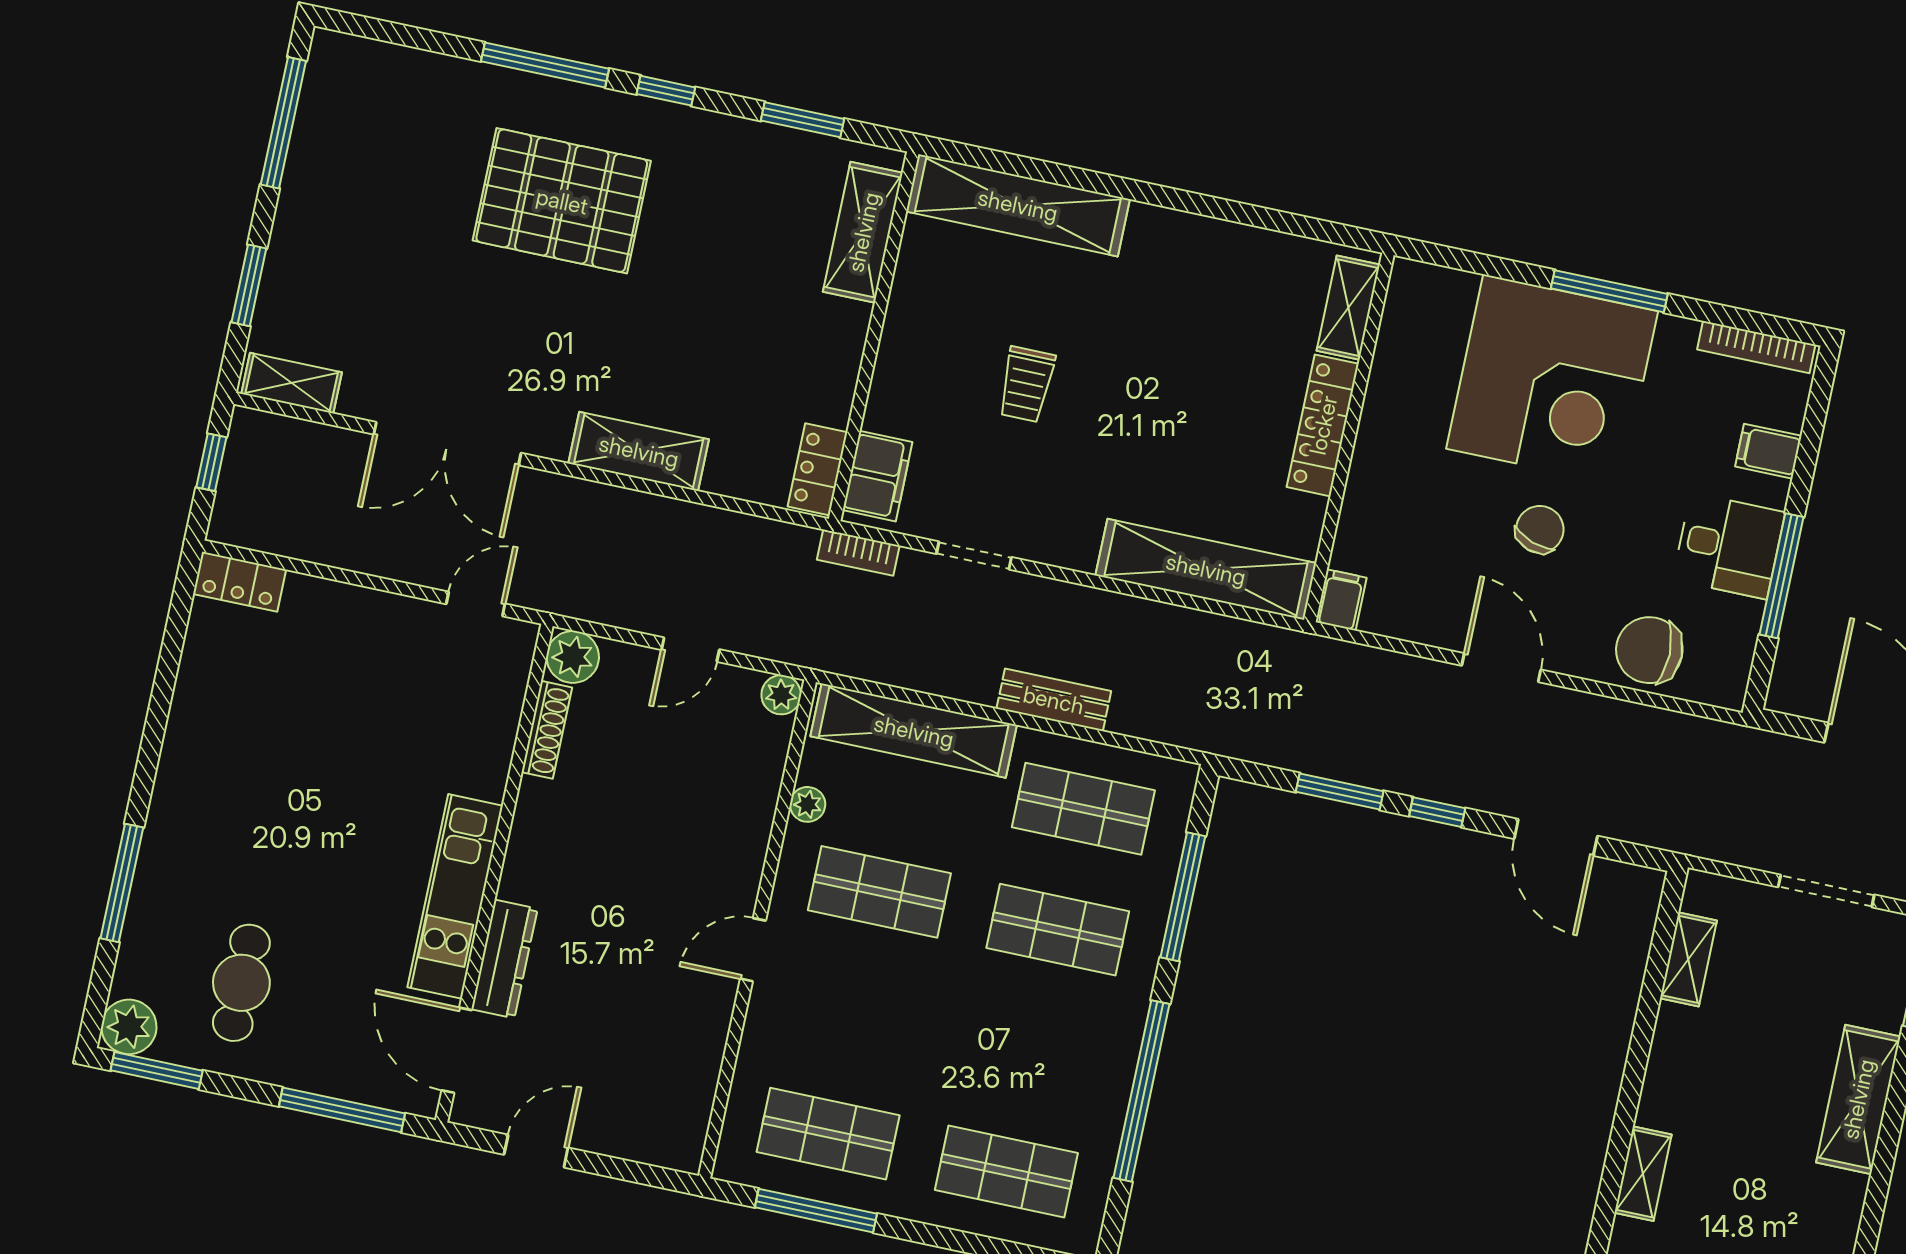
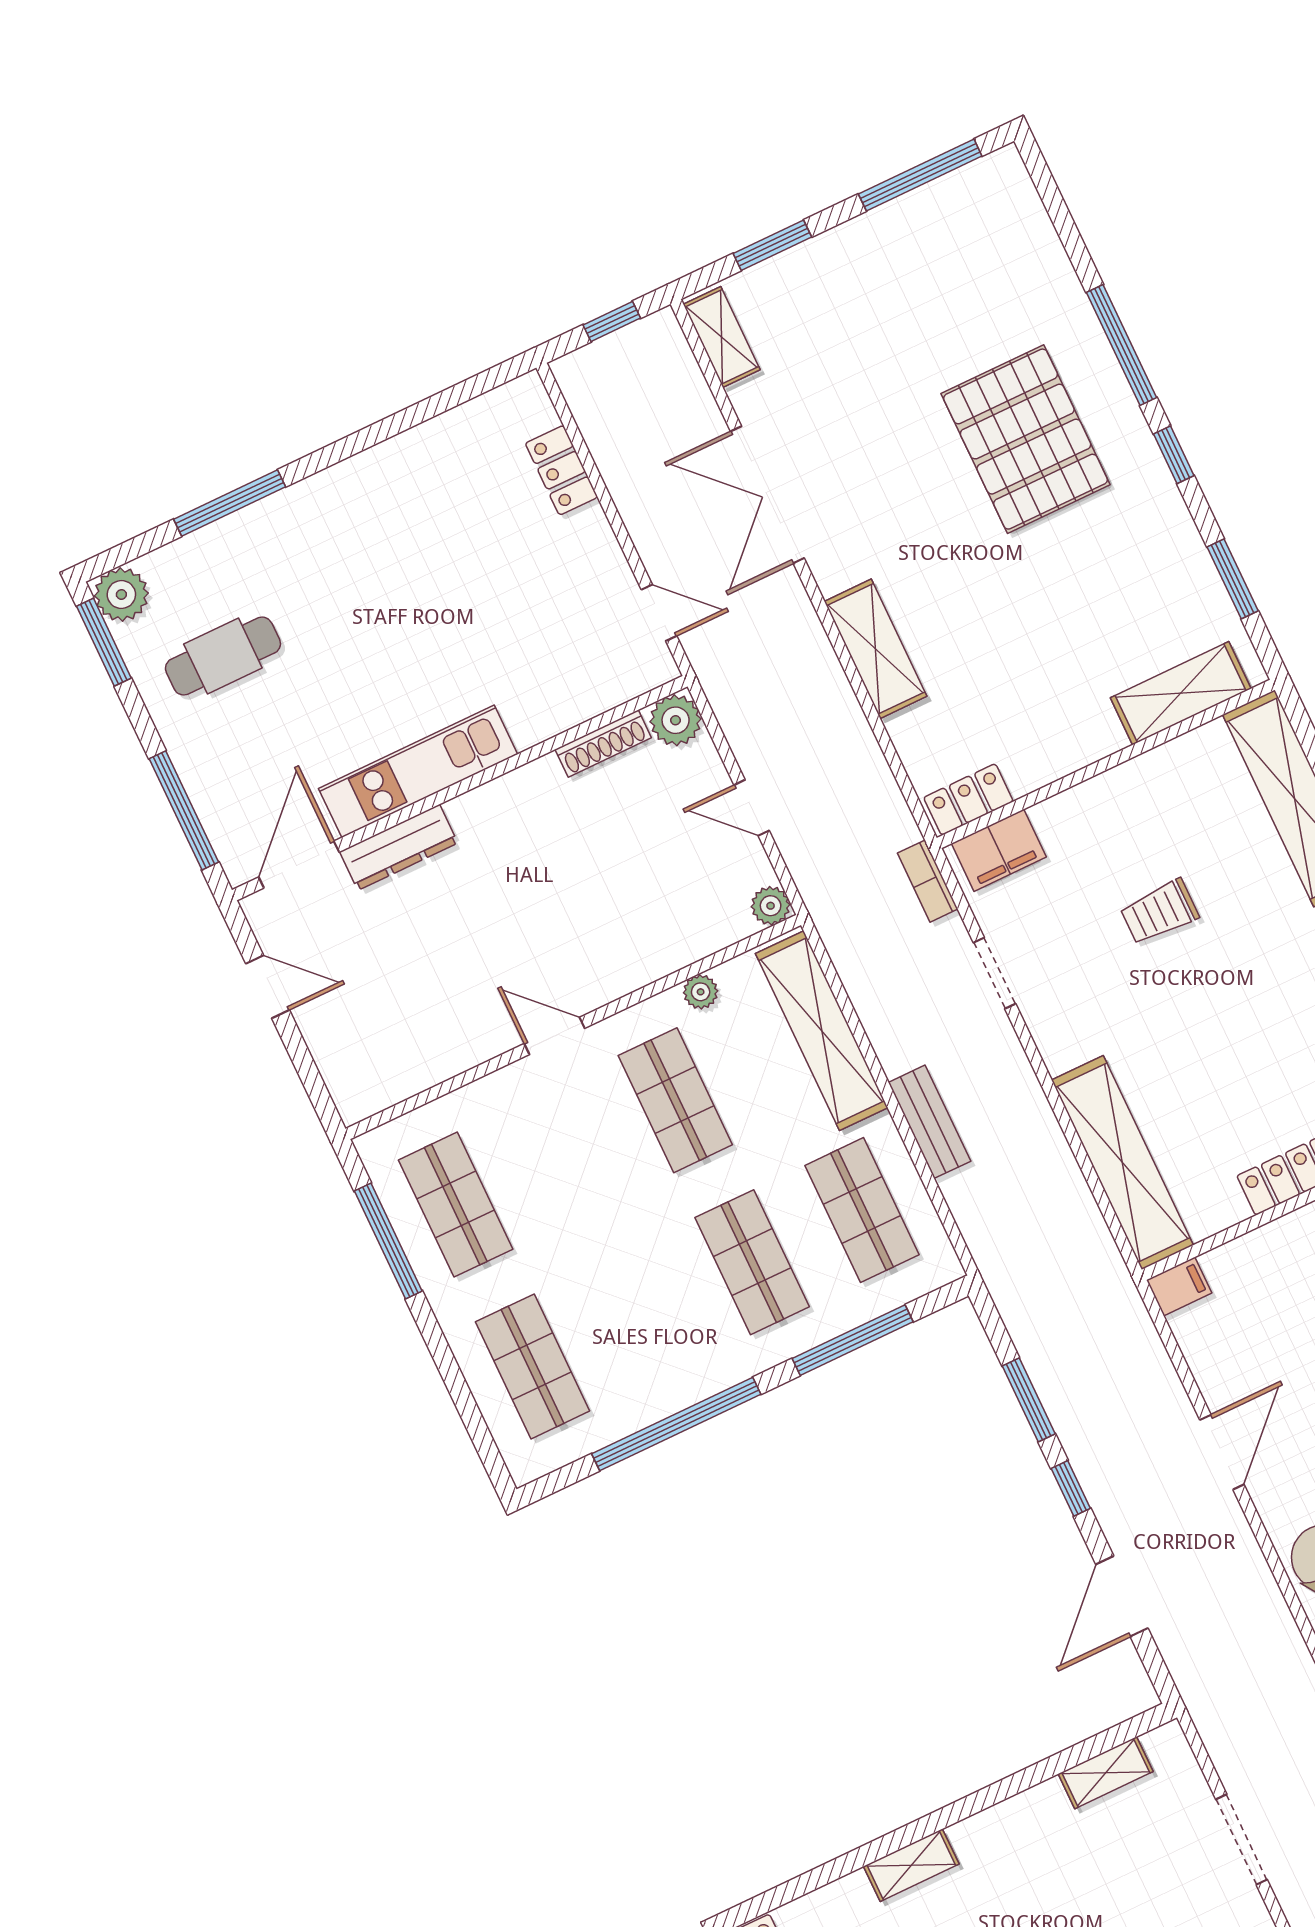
locker: (240, 582) -> (562, 470), moved

